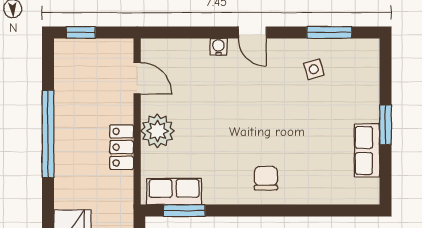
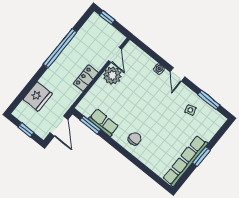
plant: (157, 131) -> (112, 76), moved
row of seats: (367, 151) -> (185, 161), width x2.02
row of seats: (174, 192) -> (104, 123), moved

